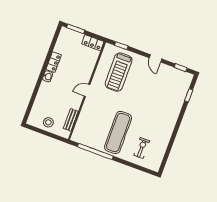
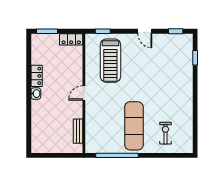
stool: (48, 122) -> (55, 143), removed

